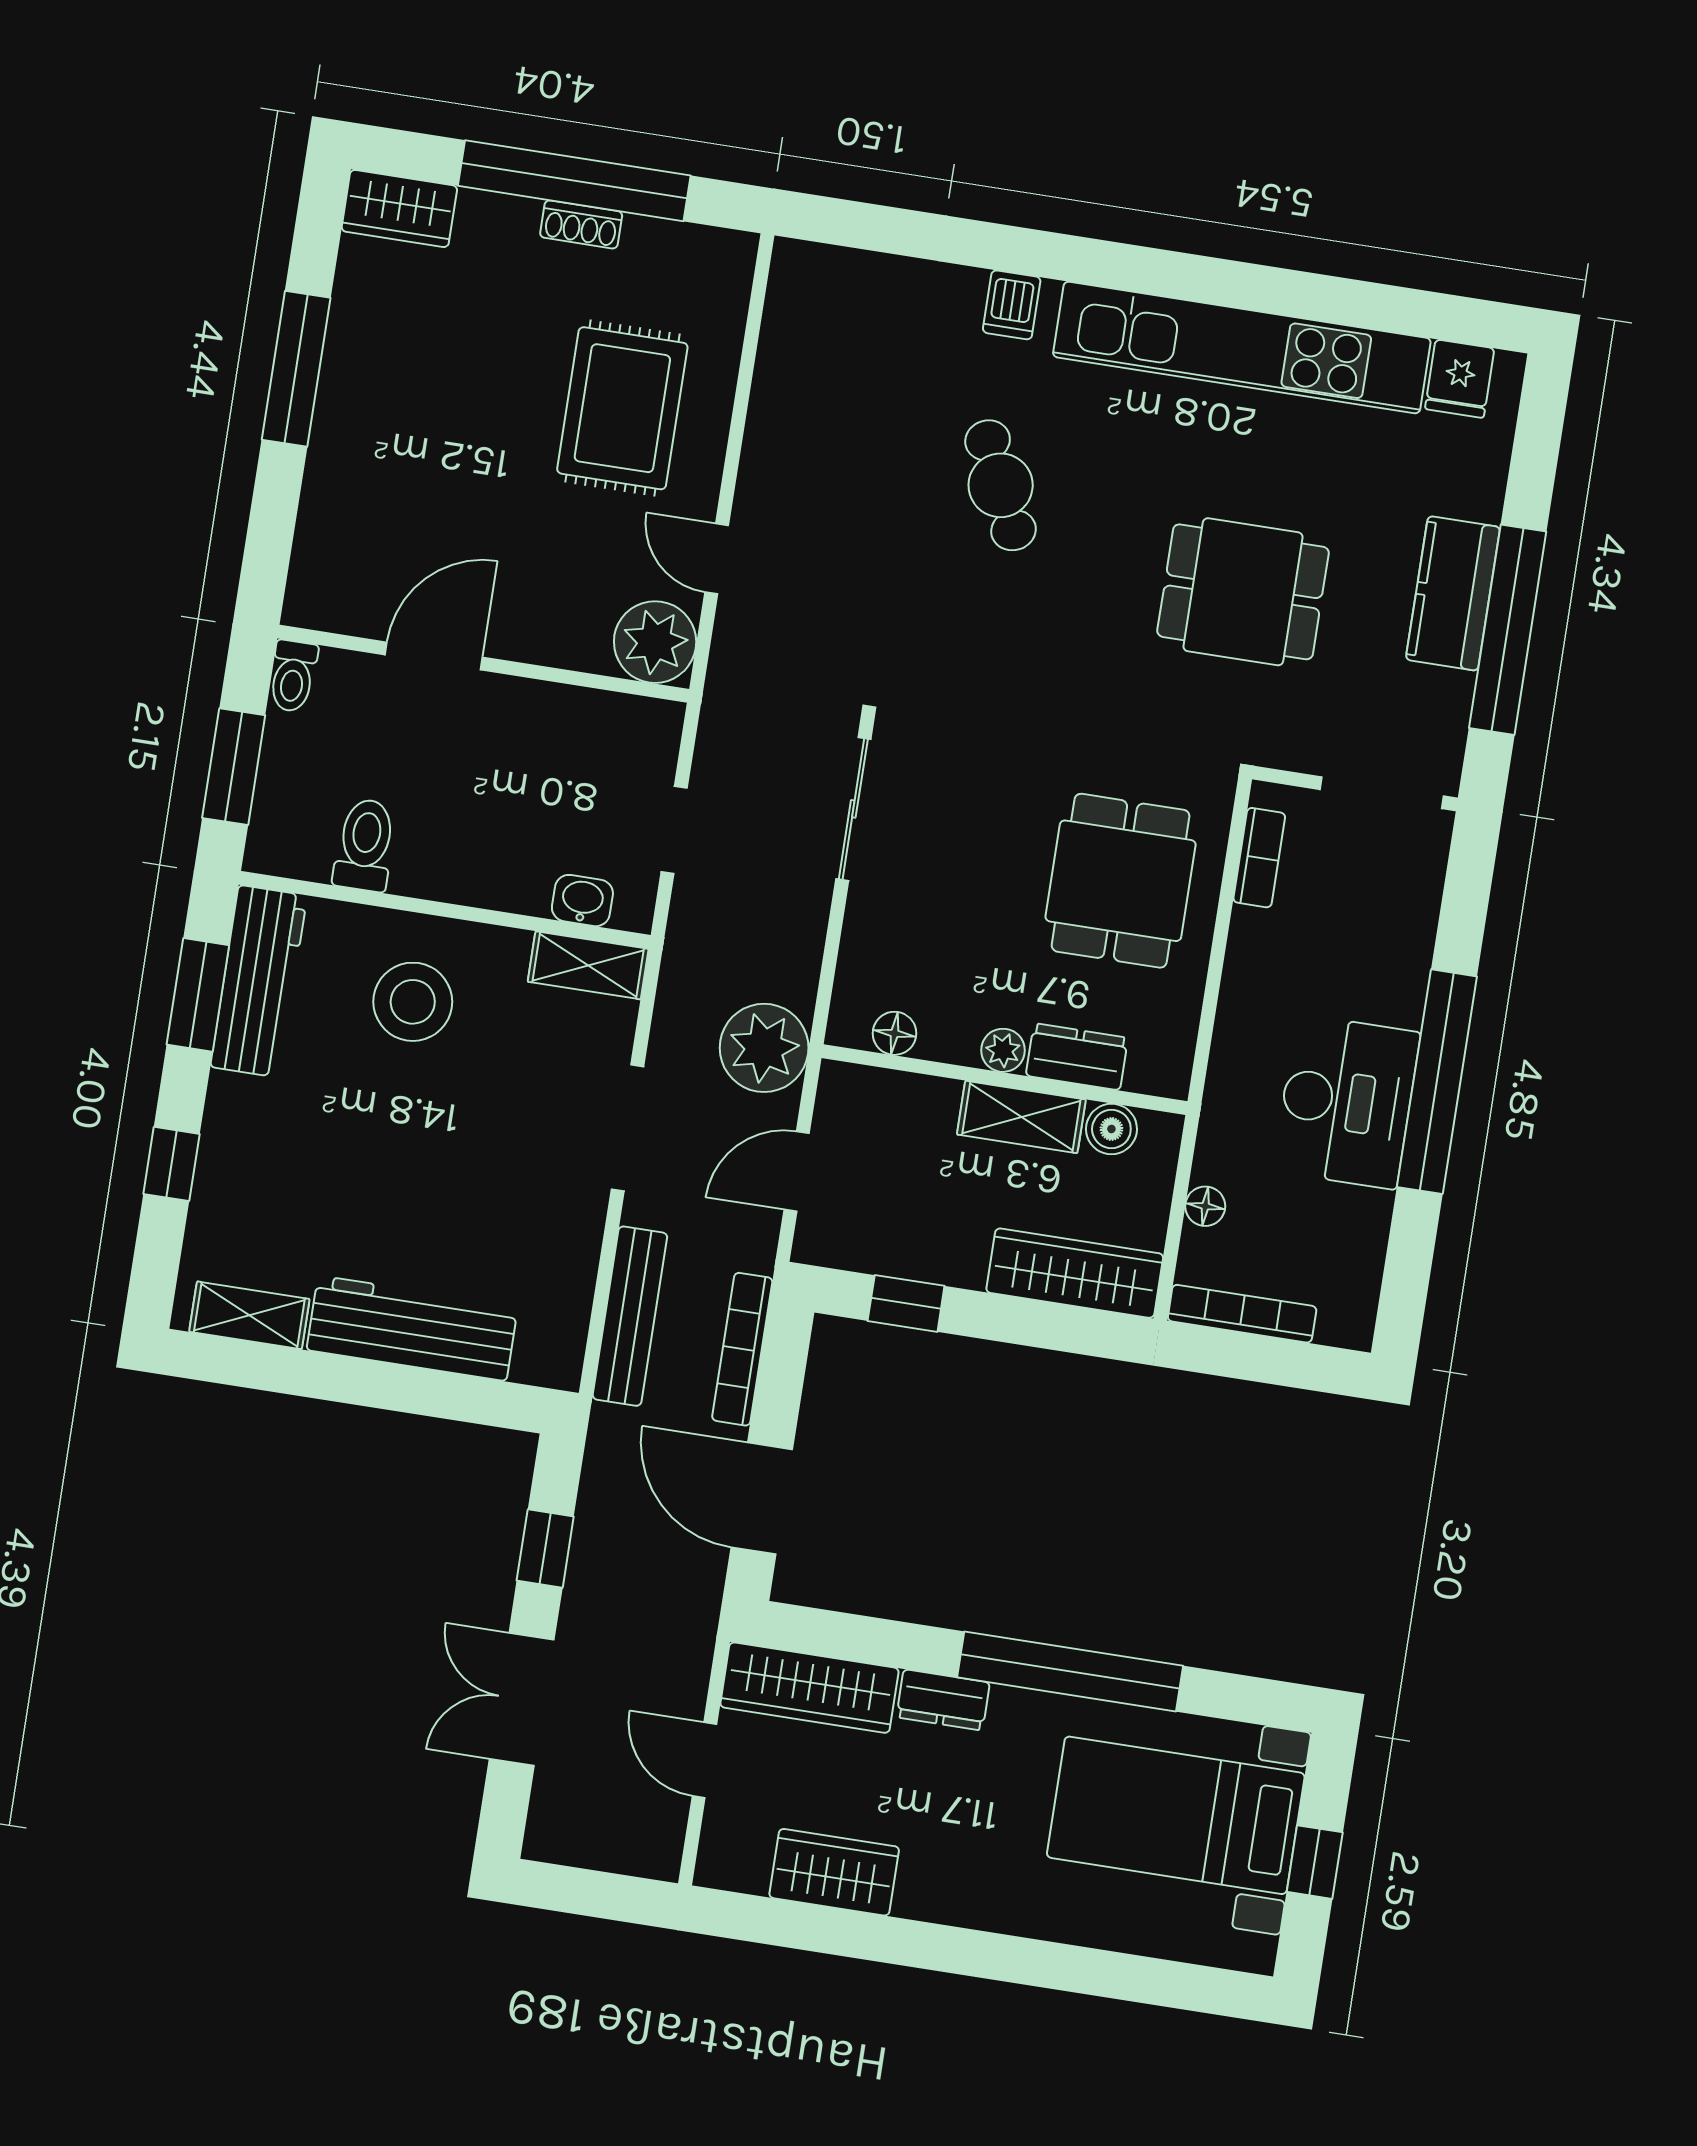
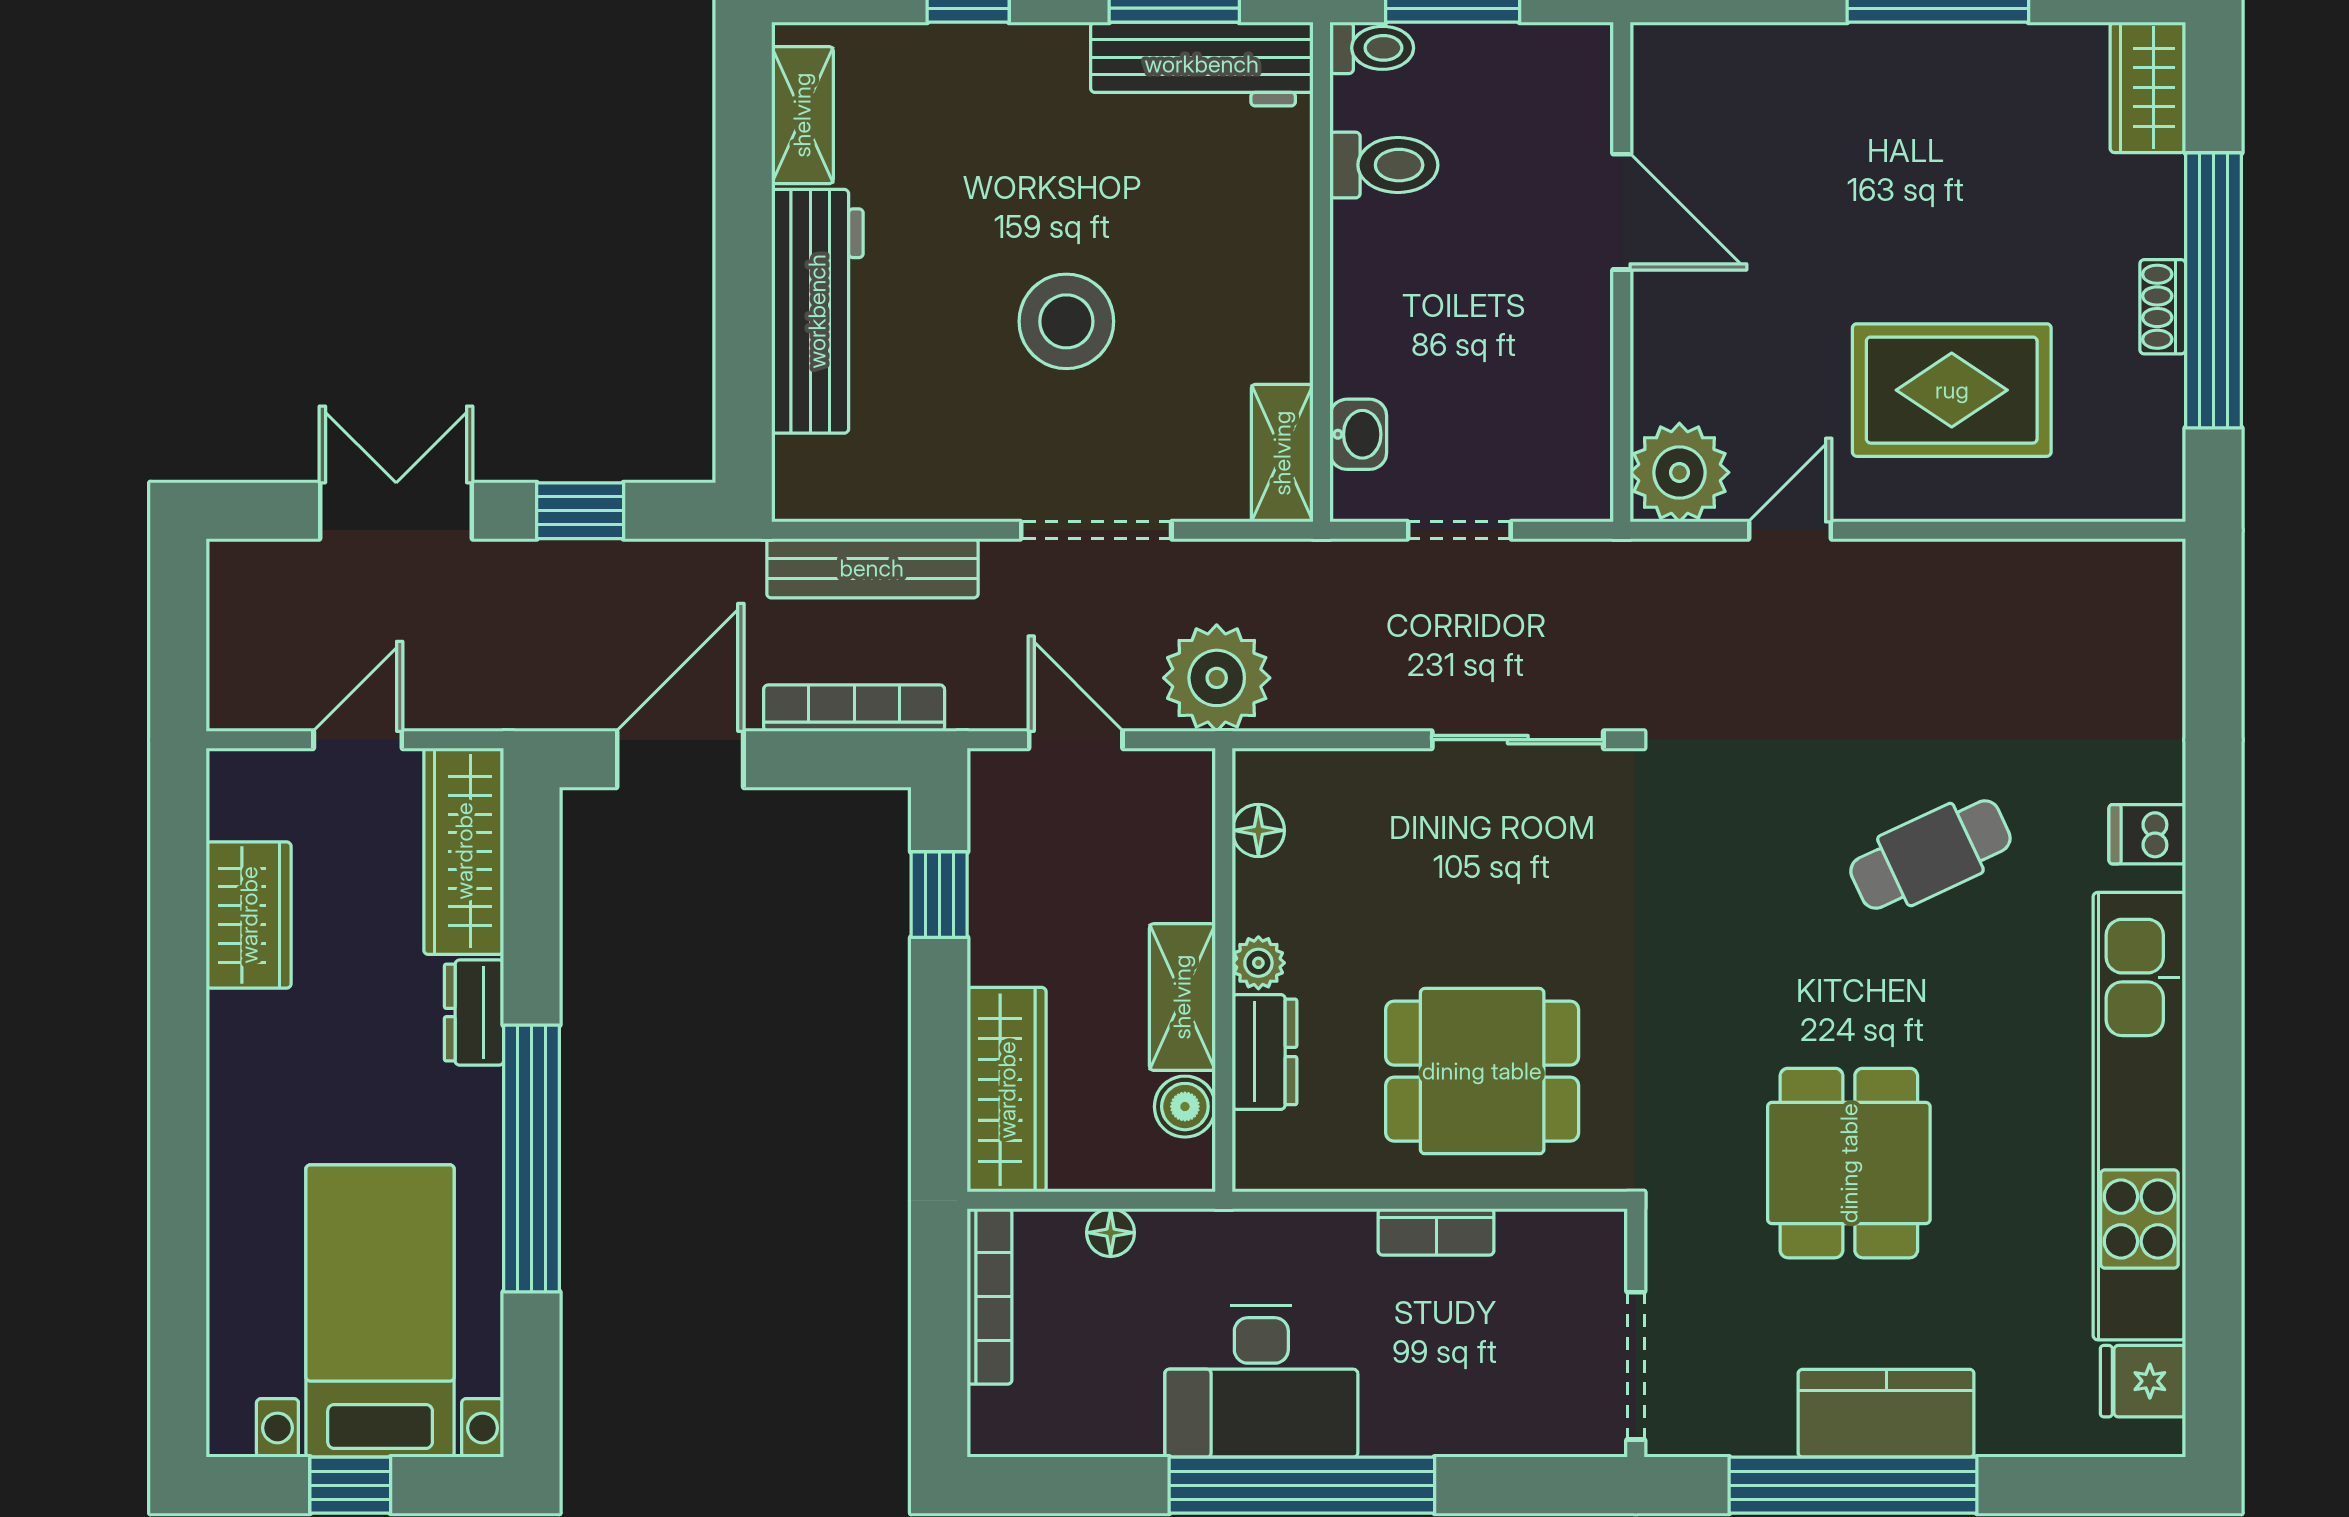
toilet: (293, 676) -> (1372, 48), moved, turned 180
bookcase: (1259, 858) -> (1436, 1232), moved
stool: (413, 1002) -> (1066, 321), moved

